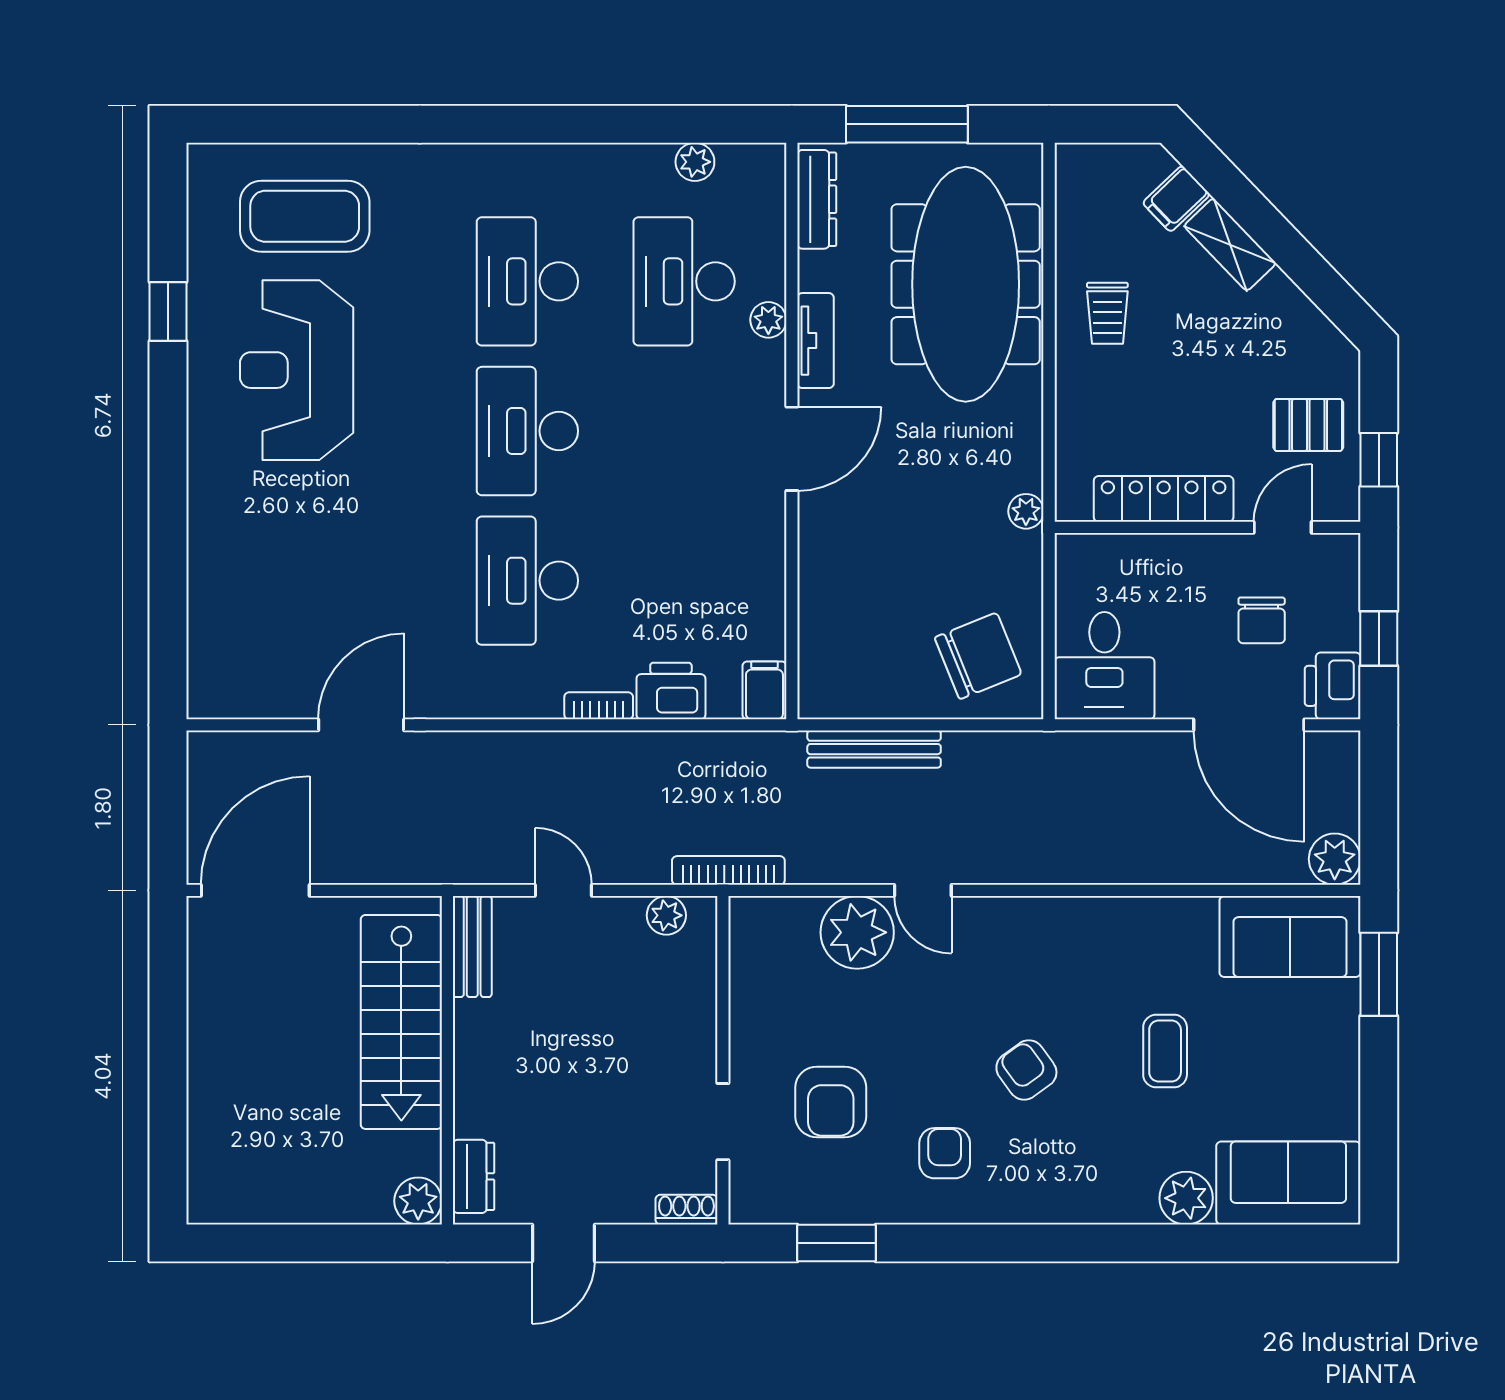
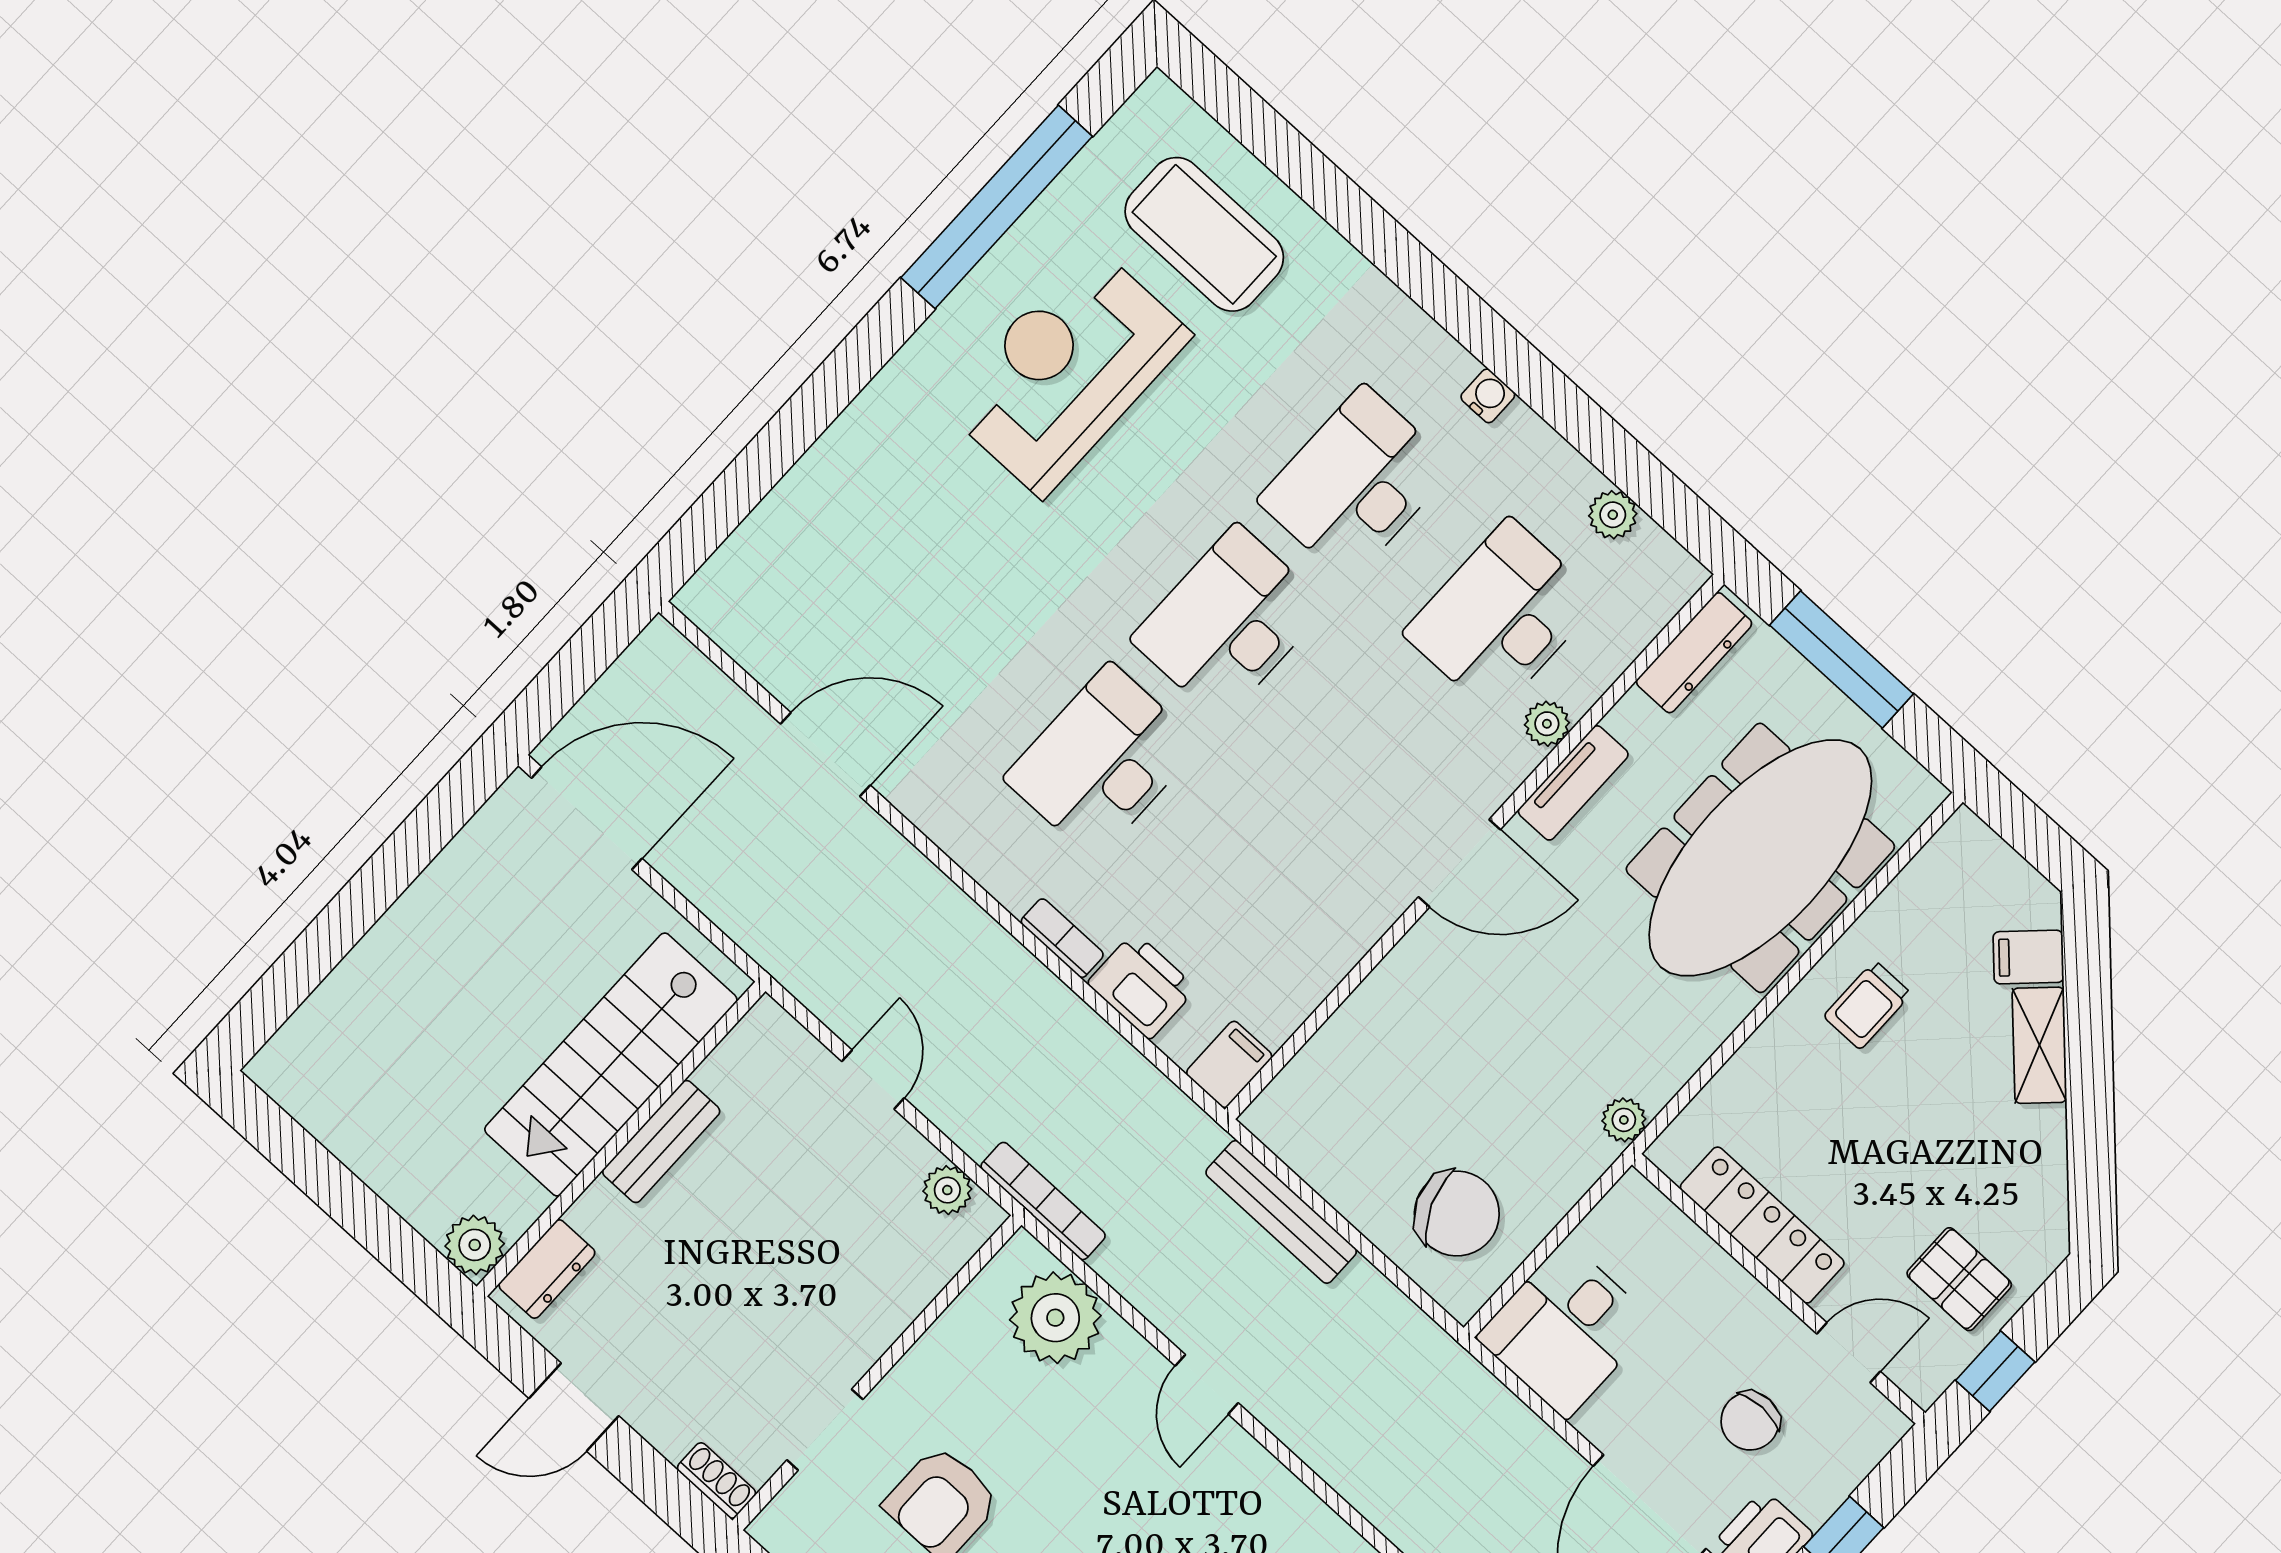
water cooler: (558, 159) -> (1488, 396), added
window: (168, 311) -> (997, 207), width x3.17
plant: (857, 932) -> (1055, 1318), moved
bench: (472, 946) -> (661, 1141), moved

